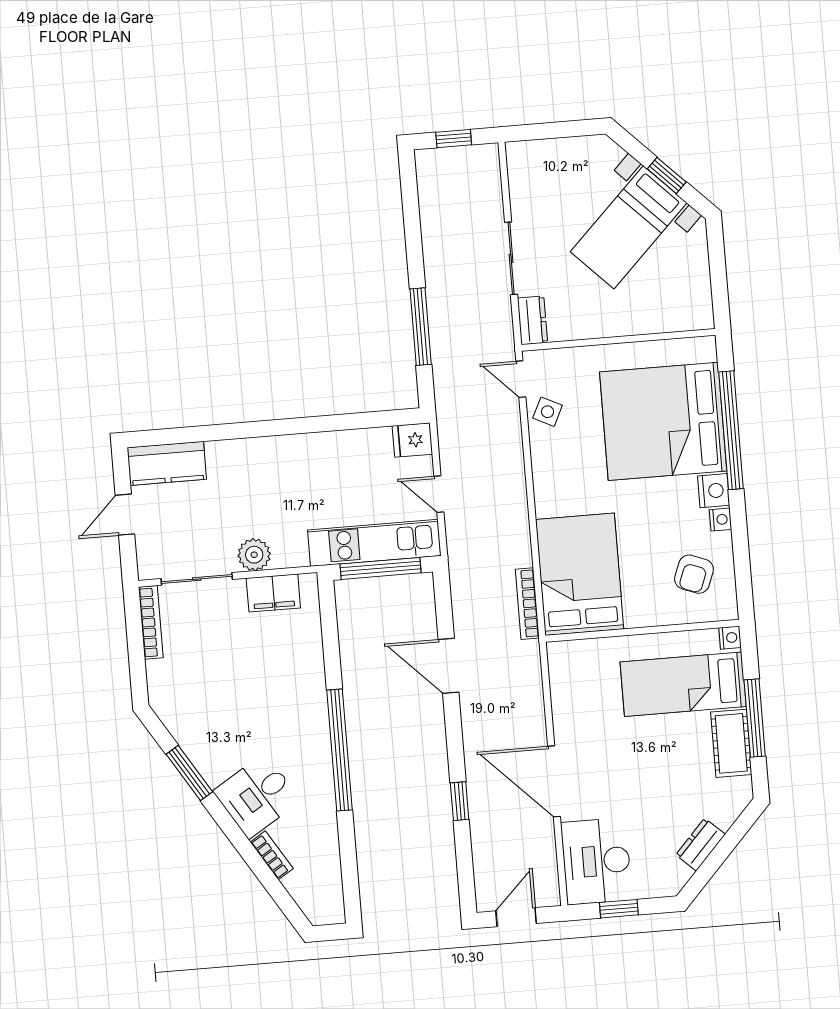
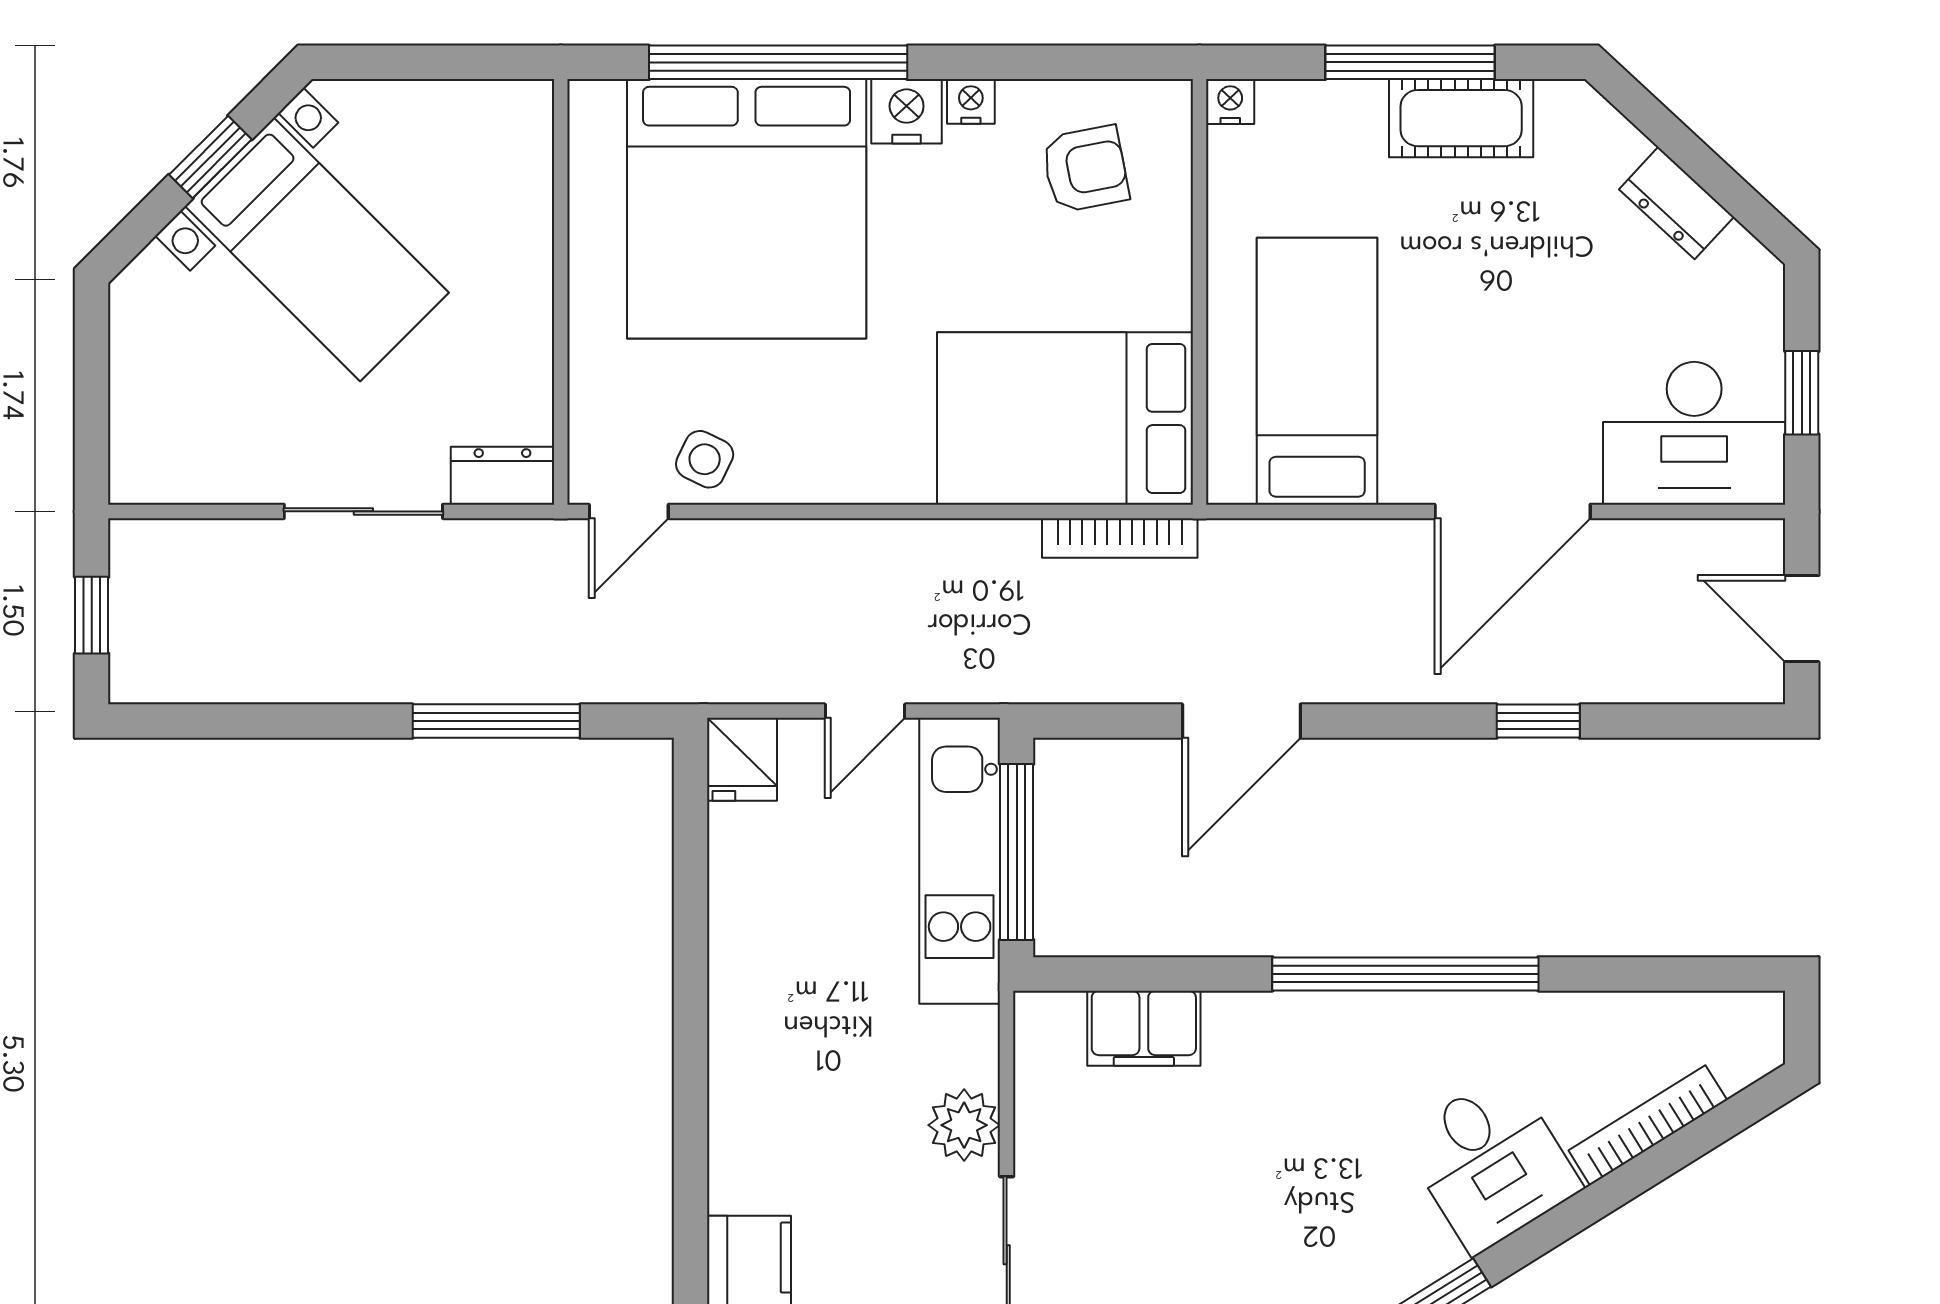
armchair: (694, 574) -> (1085, 169), turned -32
filing cabinet: (273, 593) -> (1144, 1028), moved, turned 90
bed: (683, 684) -> (1317, 371), moved, turned 180
bookcase: (272, 855) -> (1648, 1125), width x1.56

